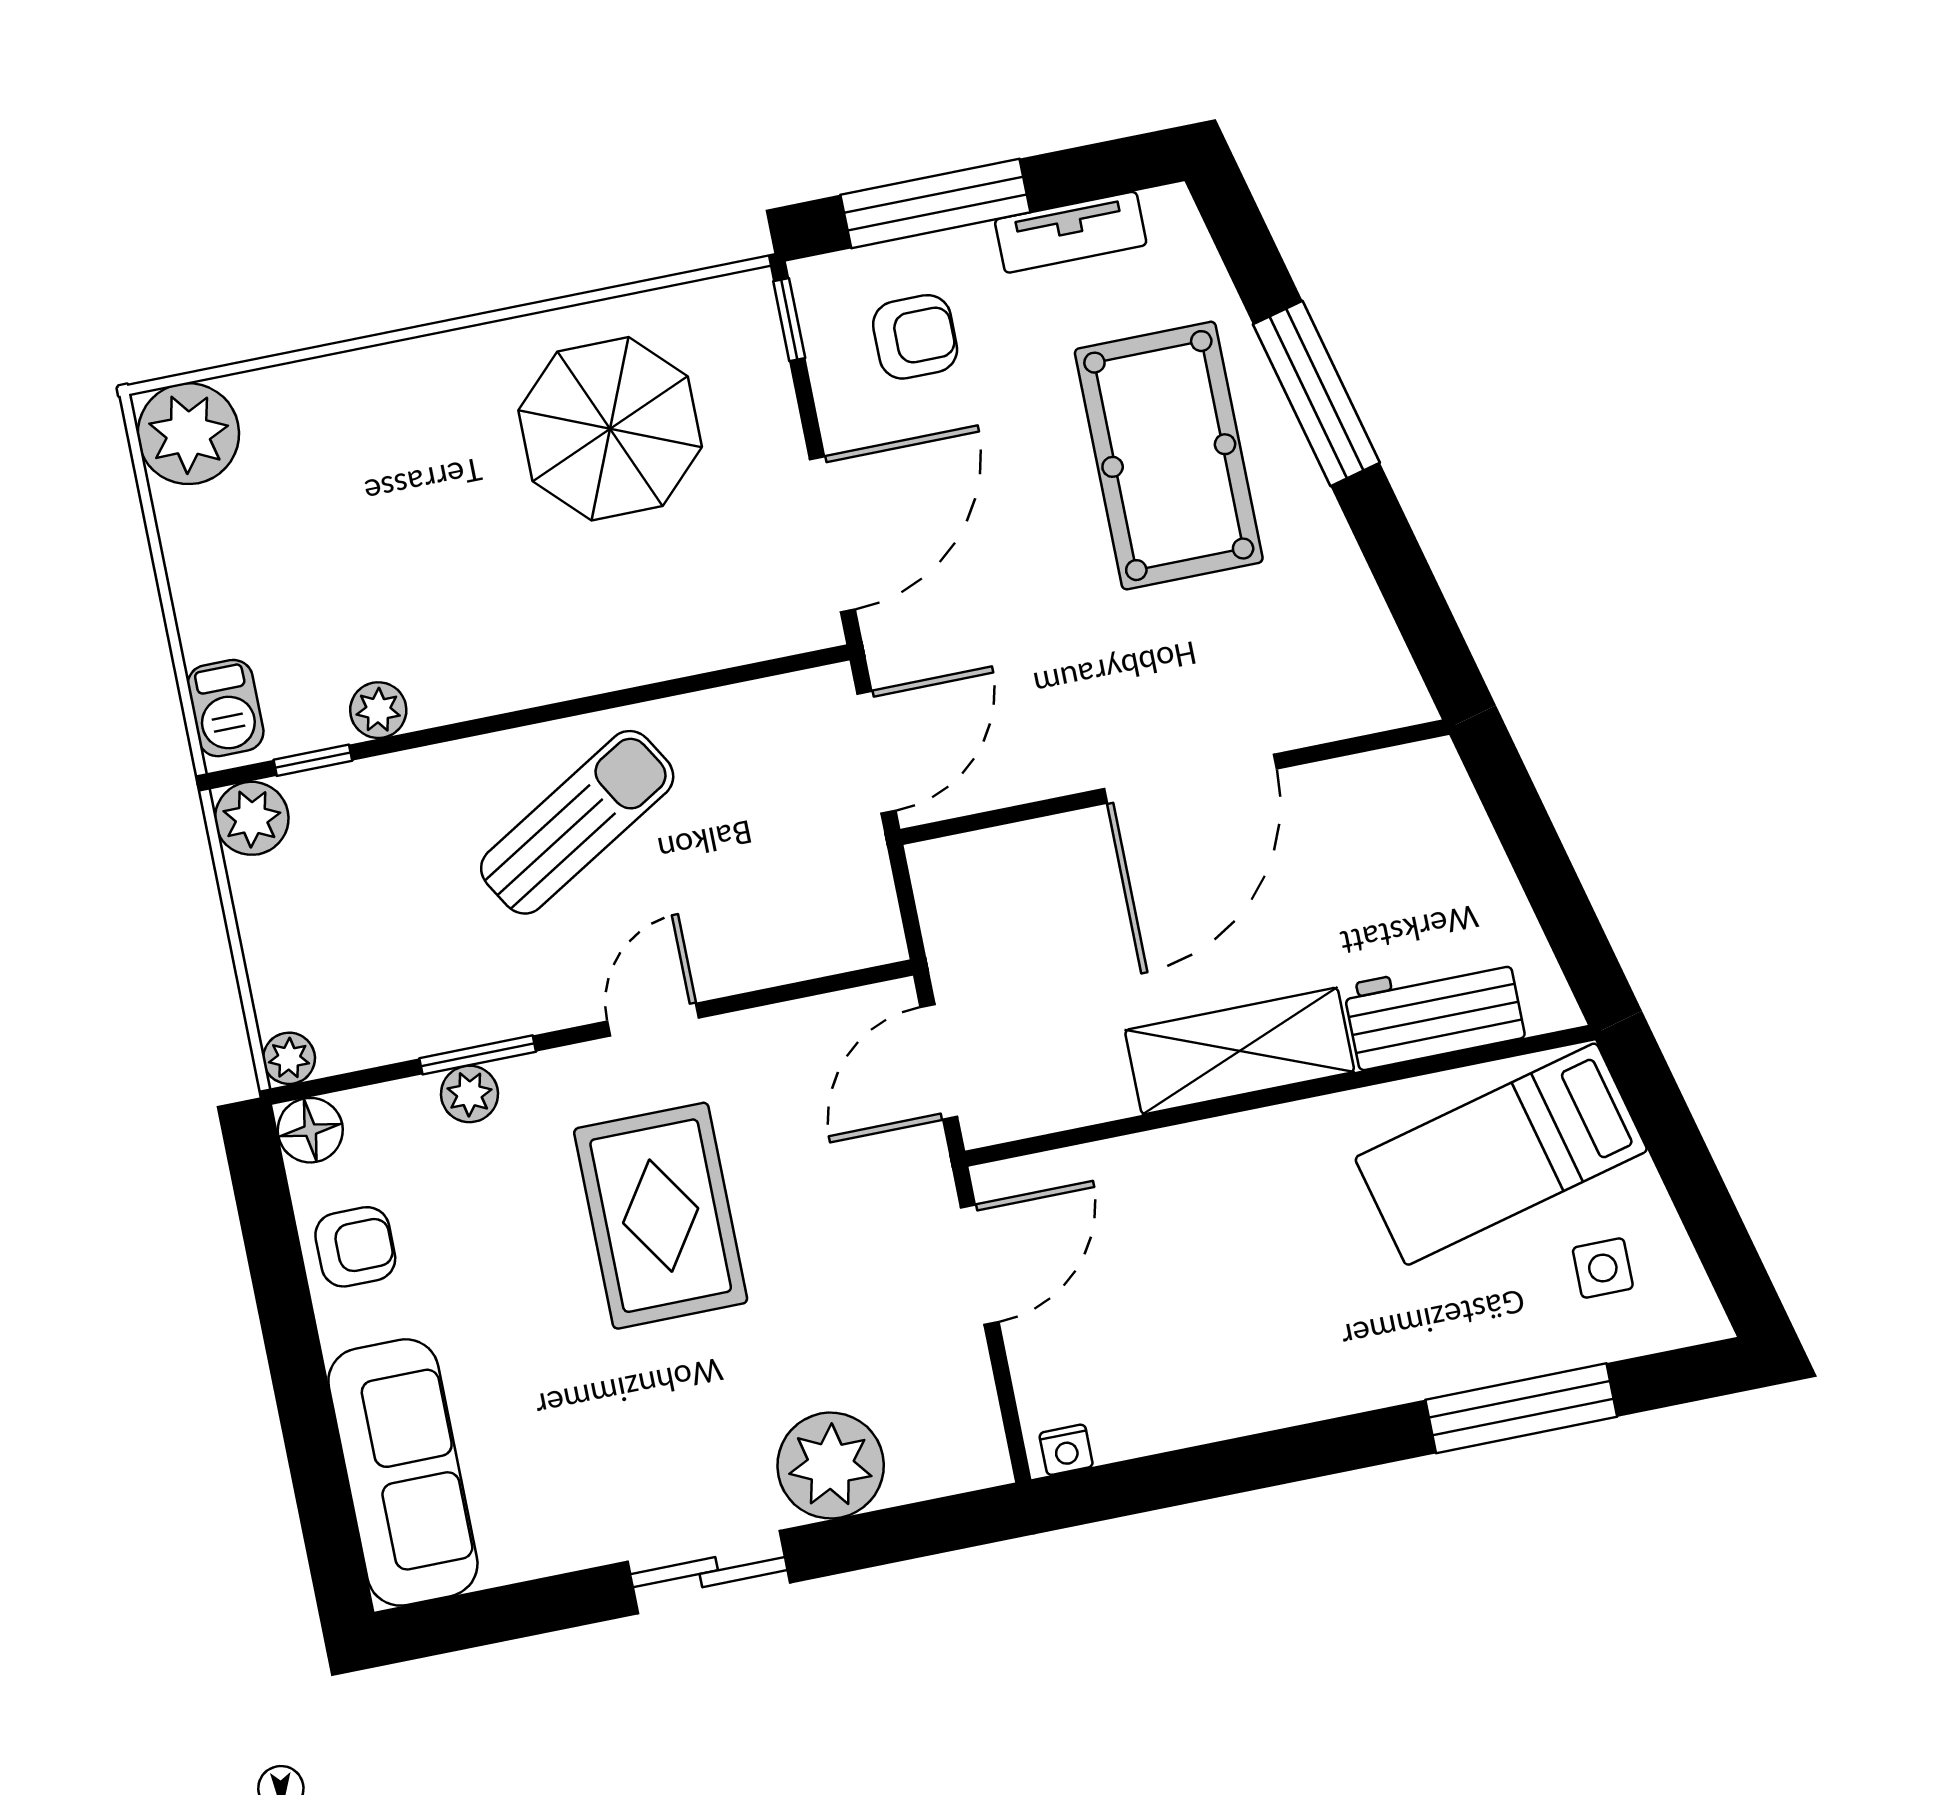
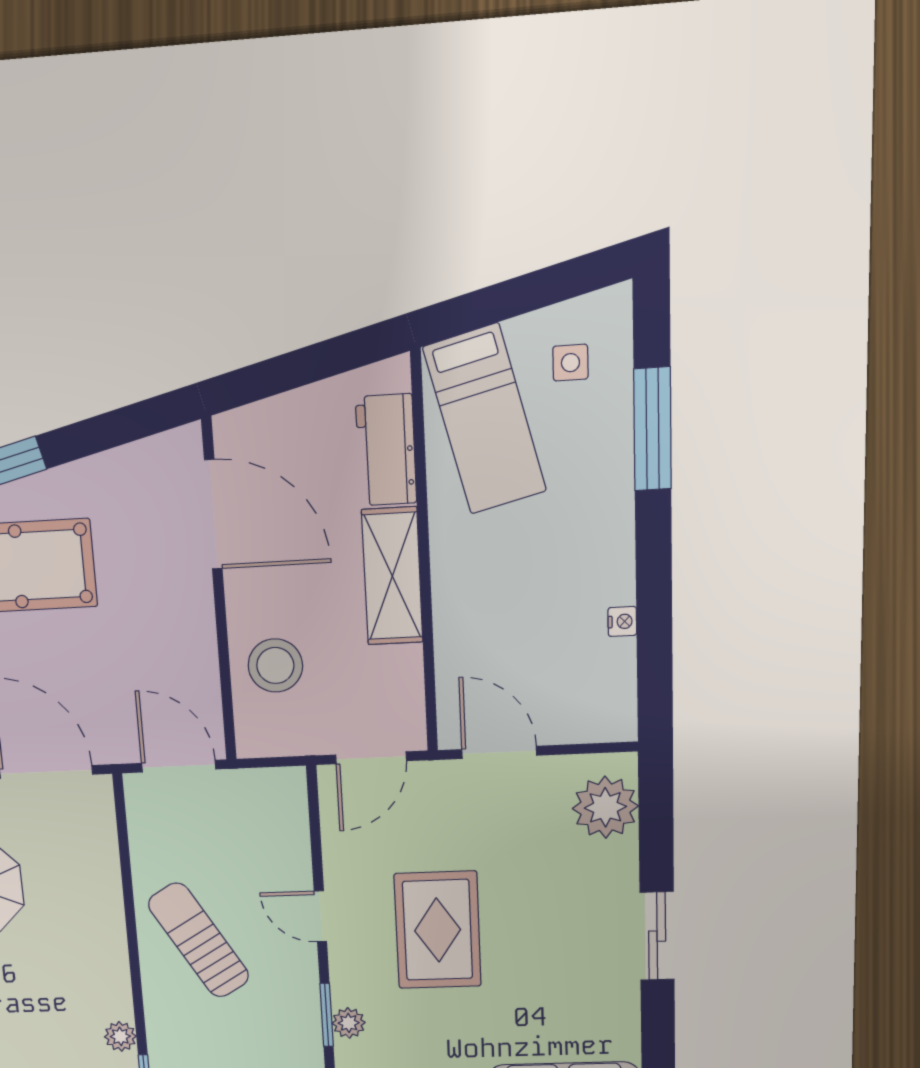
door: (1190, 779) -> (213, 515), moved
stool: (1069, 887) -> (275, 665), added
door: (939, 1062) -> (371, 758), hinge flipped
rug: (661, 1216) -> (438, 930), turned 90
nightstand: (1066, 1450) -> (622, 621), moved
plant: (831, 1466) -> (605, 807), moved

